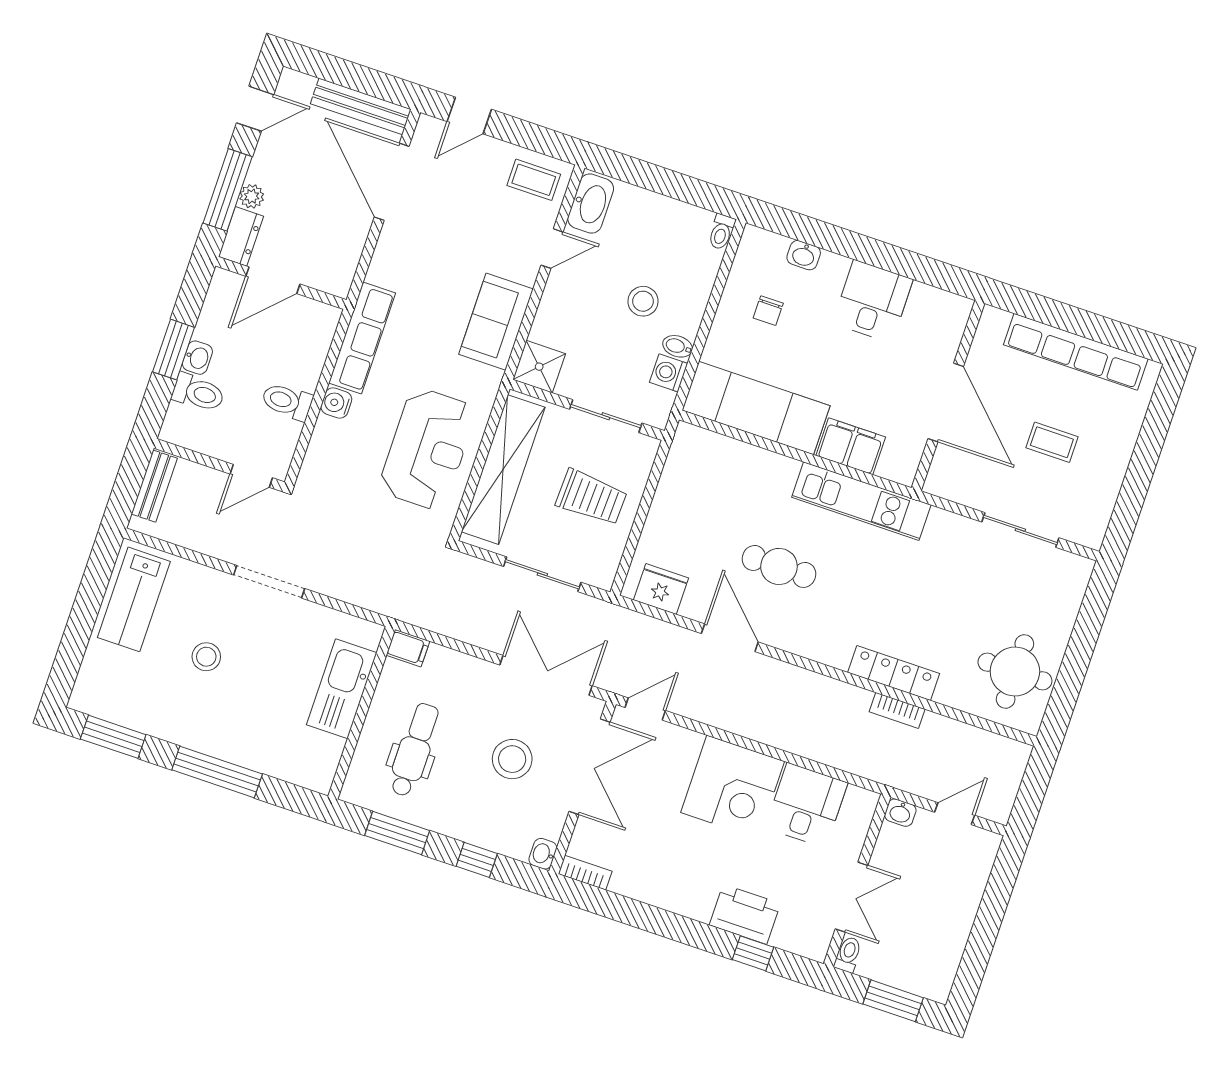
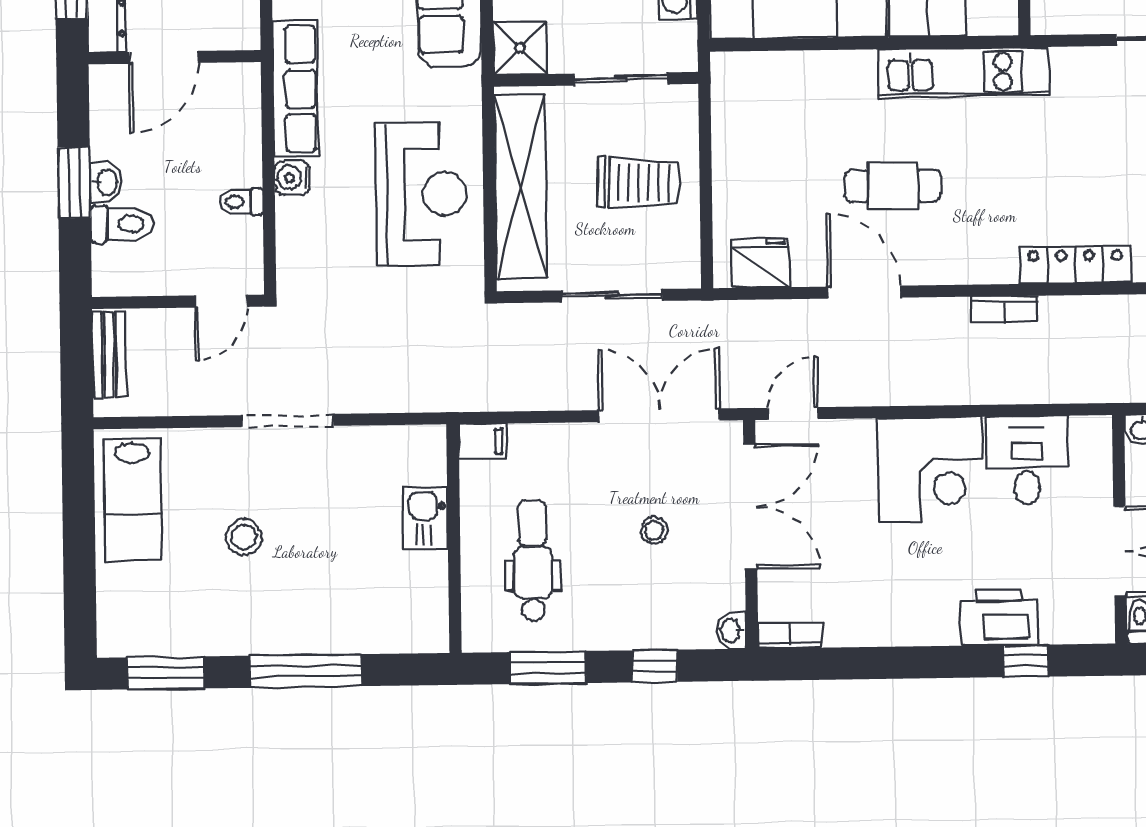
toilet: (287, 401) -> (241, 202), width x0.73, depth x0.72
kitchen sink: (342, 689) -> (425, 518), width x0.53, depth x0.81
bookcase: (897, 710) -> (1004, 309), moved
stool: (512, 759) -> (654, 530), width x0.53, depth x0.53

